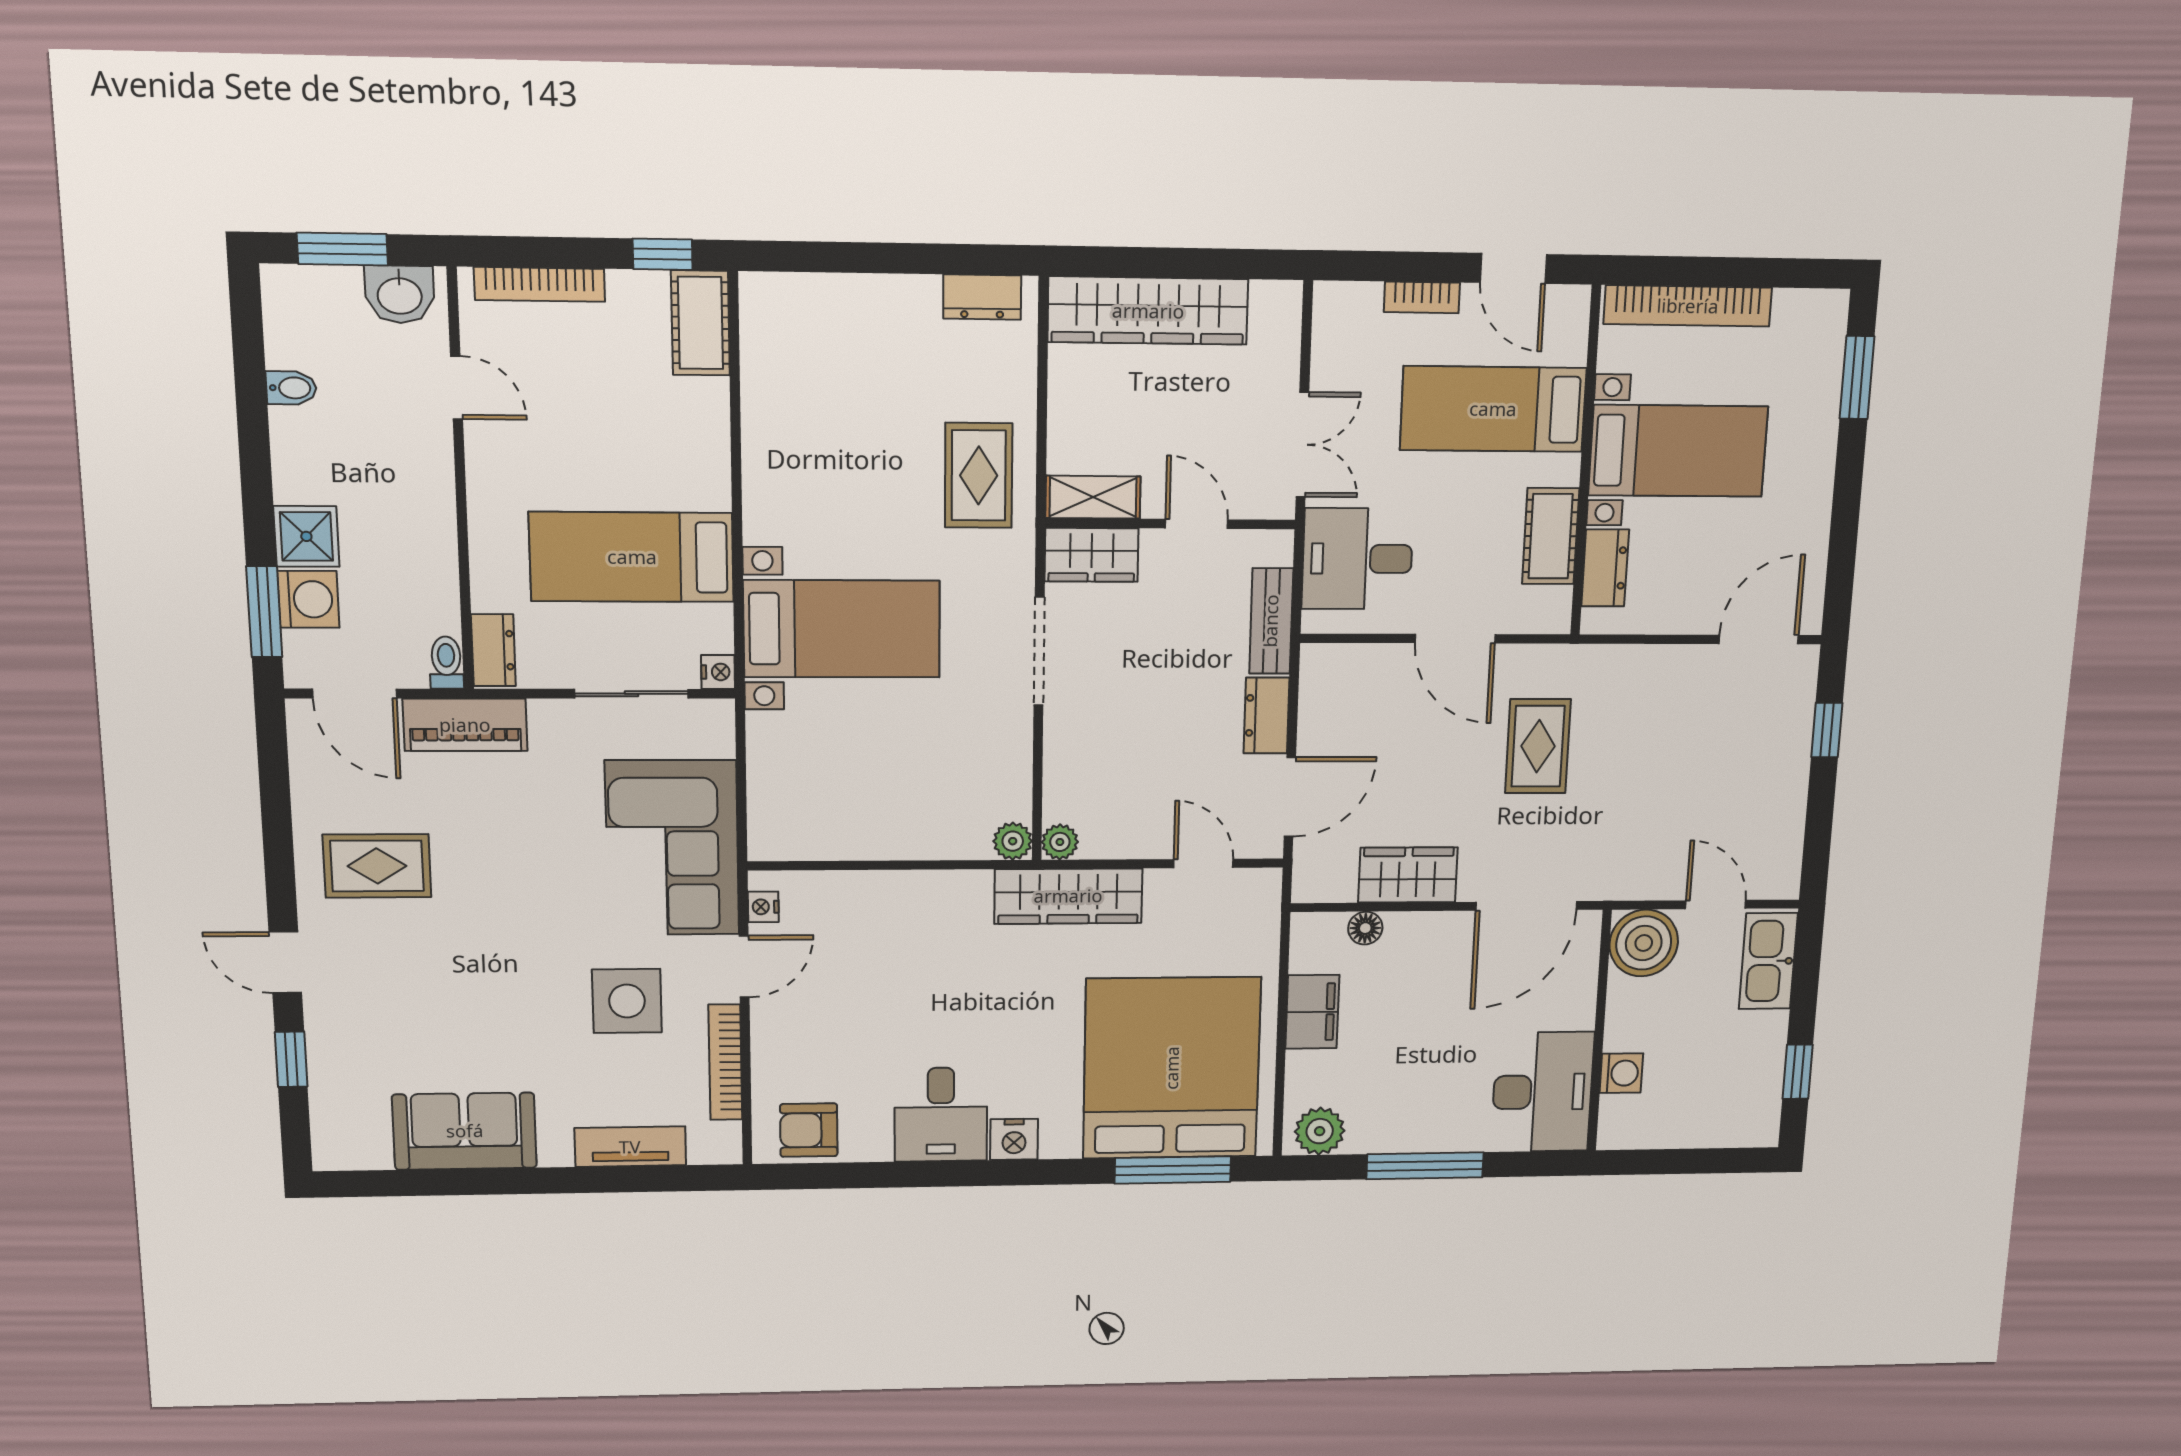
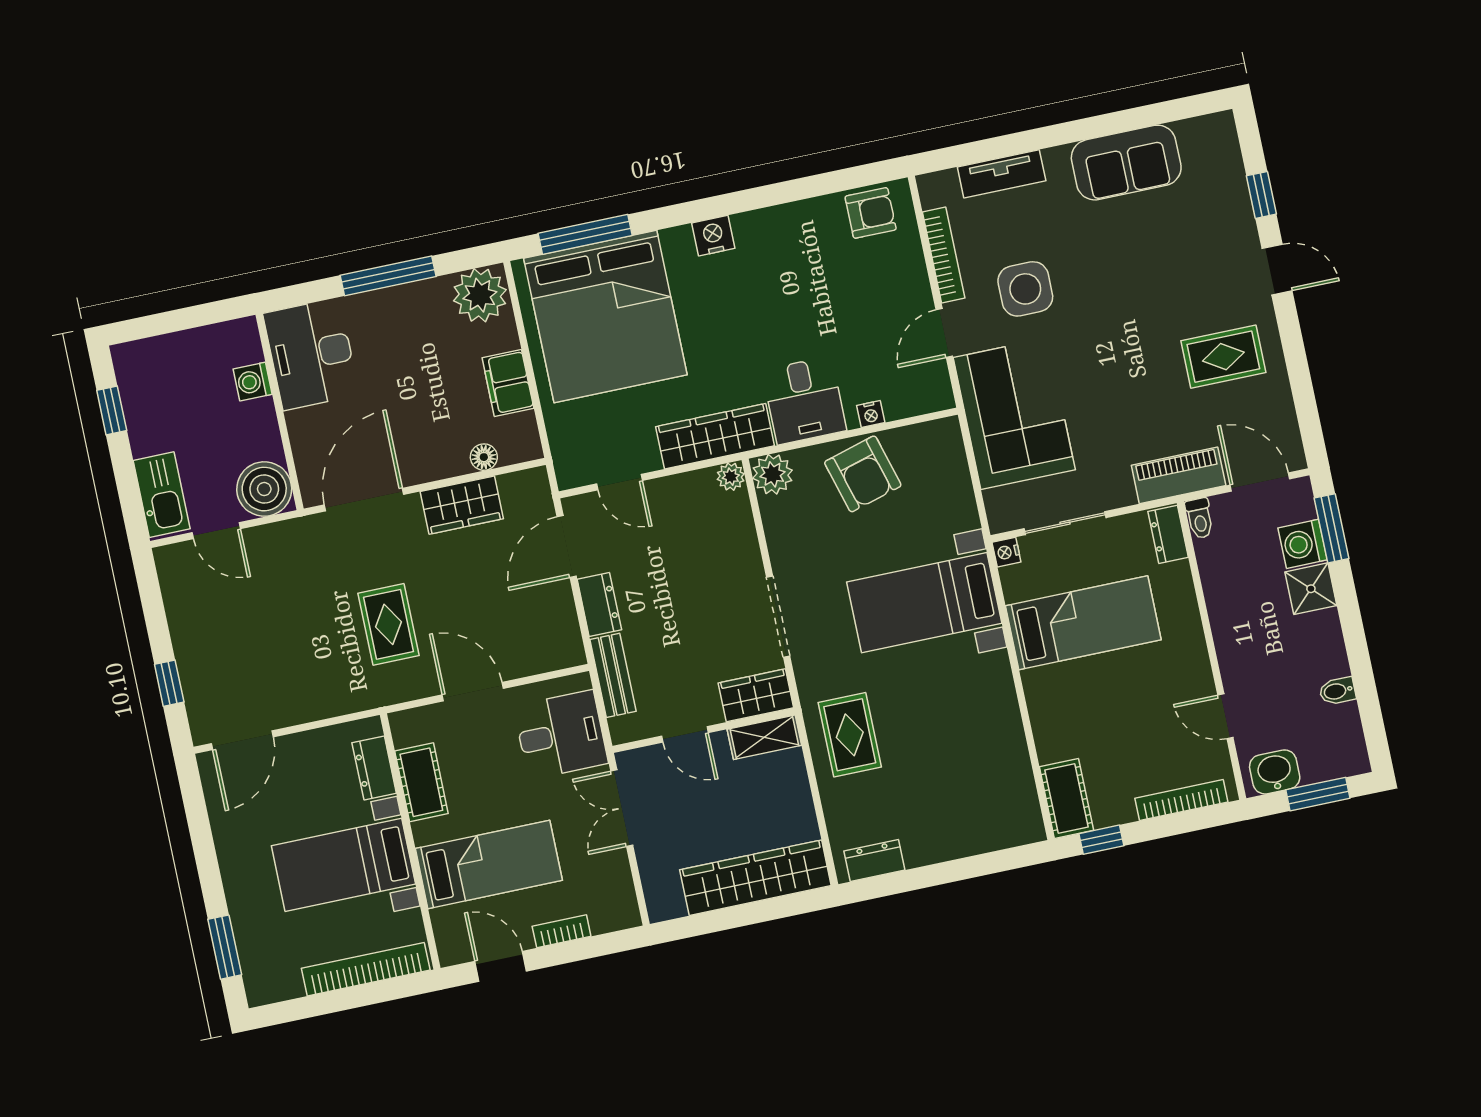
armchair: (888, 811) -> (863, 474), added
plant: (1013, 841) -> (773, 474), width x1.38, depth x1.38
nightstand: (763, 907) -> (871, 414), moved, turned 90
desk: (941, 1115) -> (804, 400), moved, turned 180
plant: (1320, 1131) -> (480, 295), width x1.36, depth x1.36

